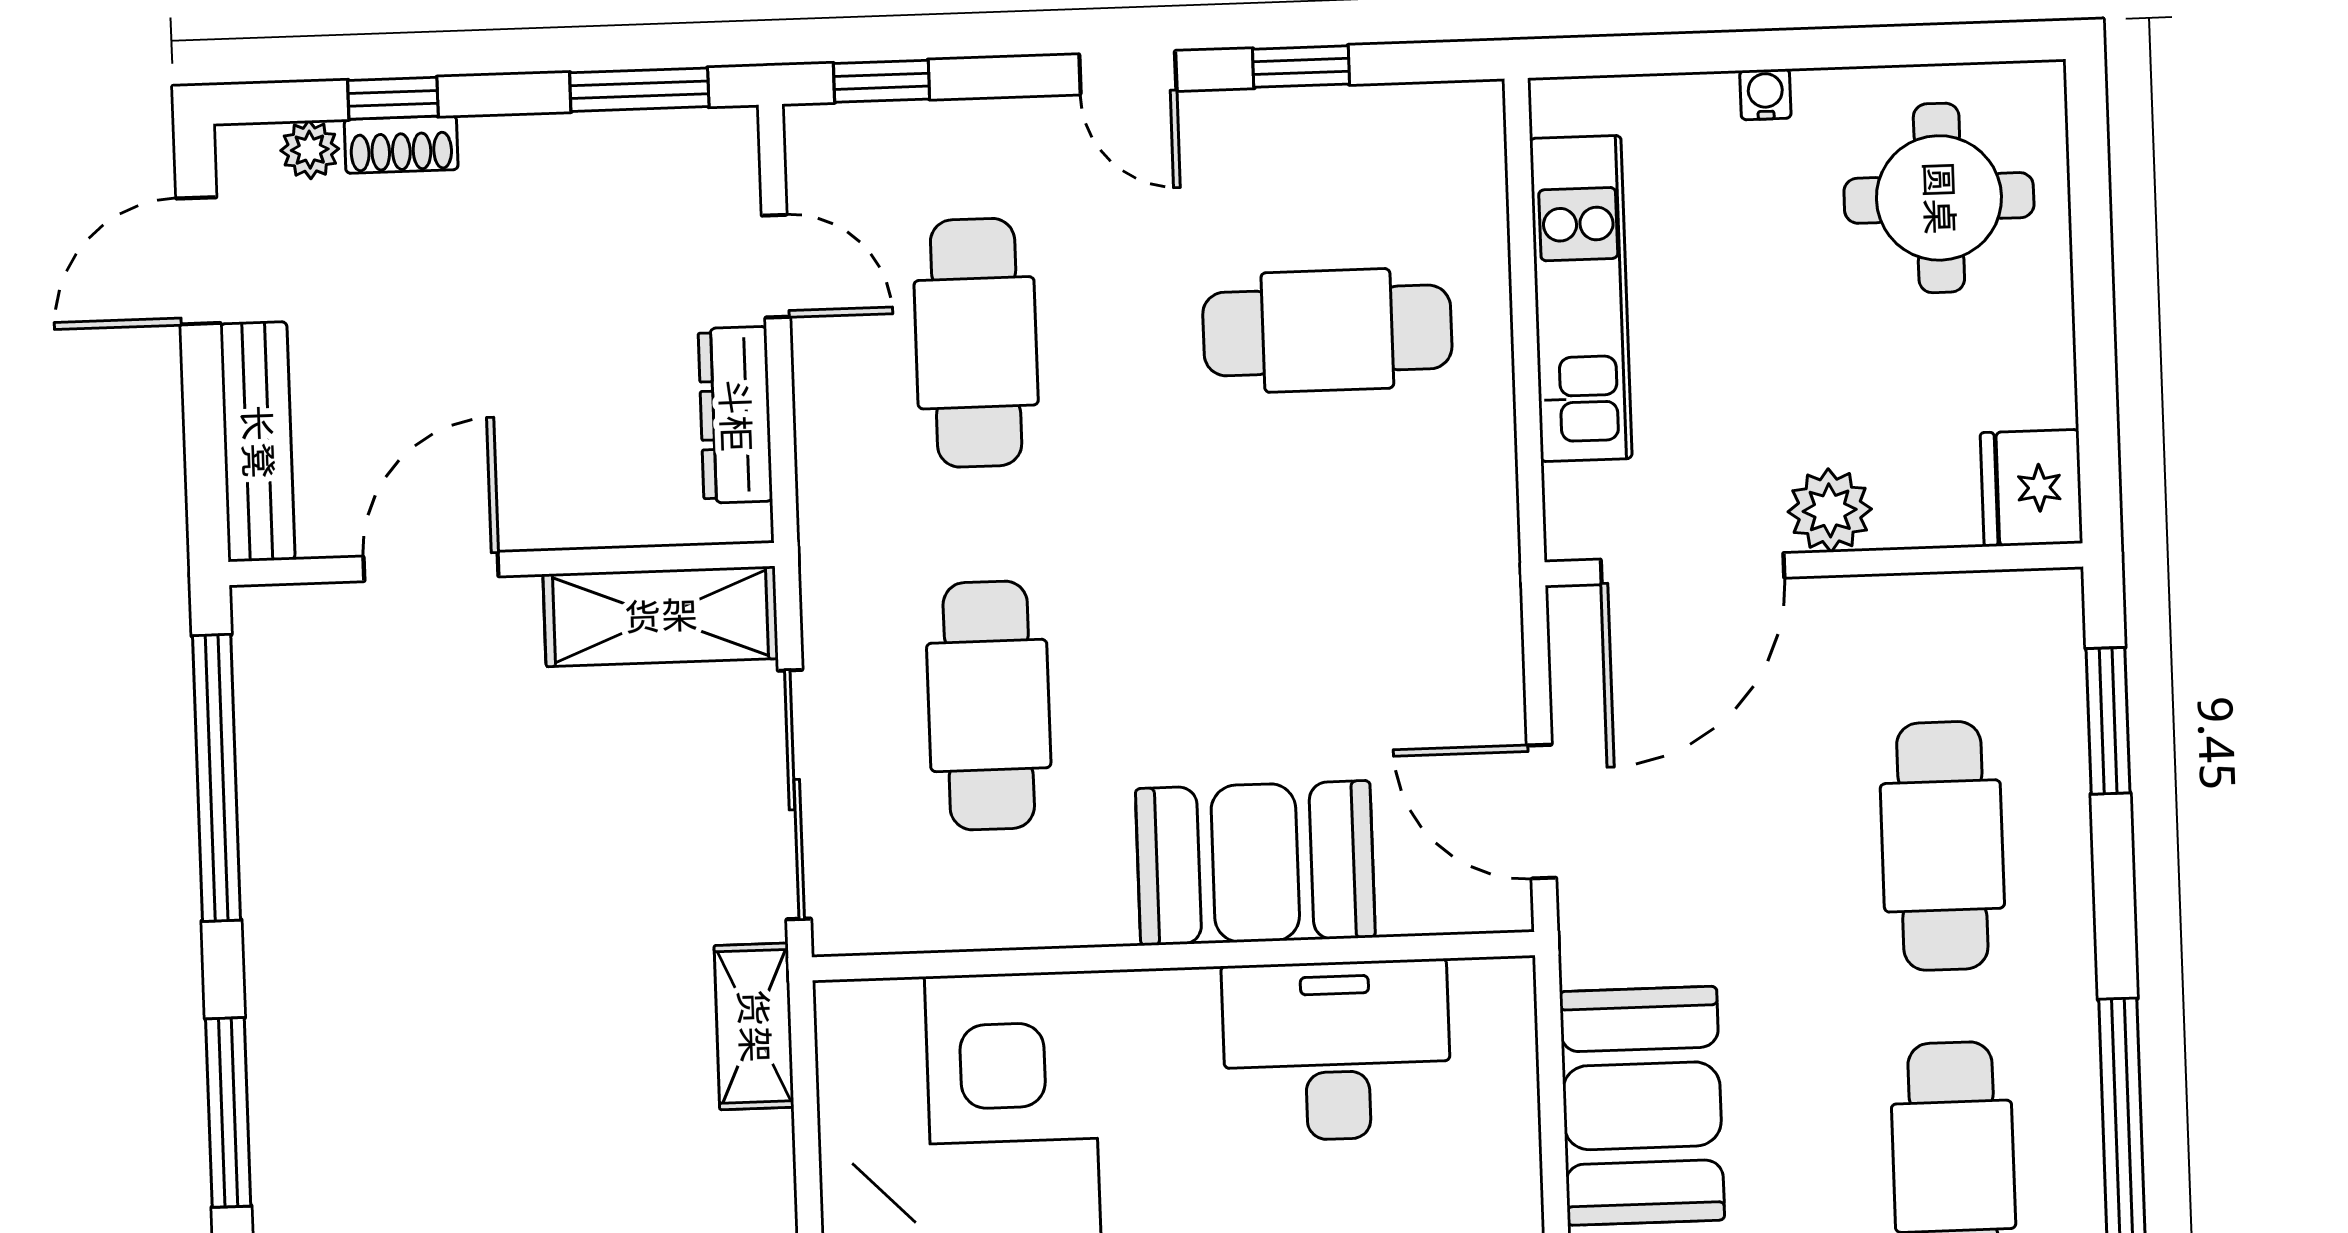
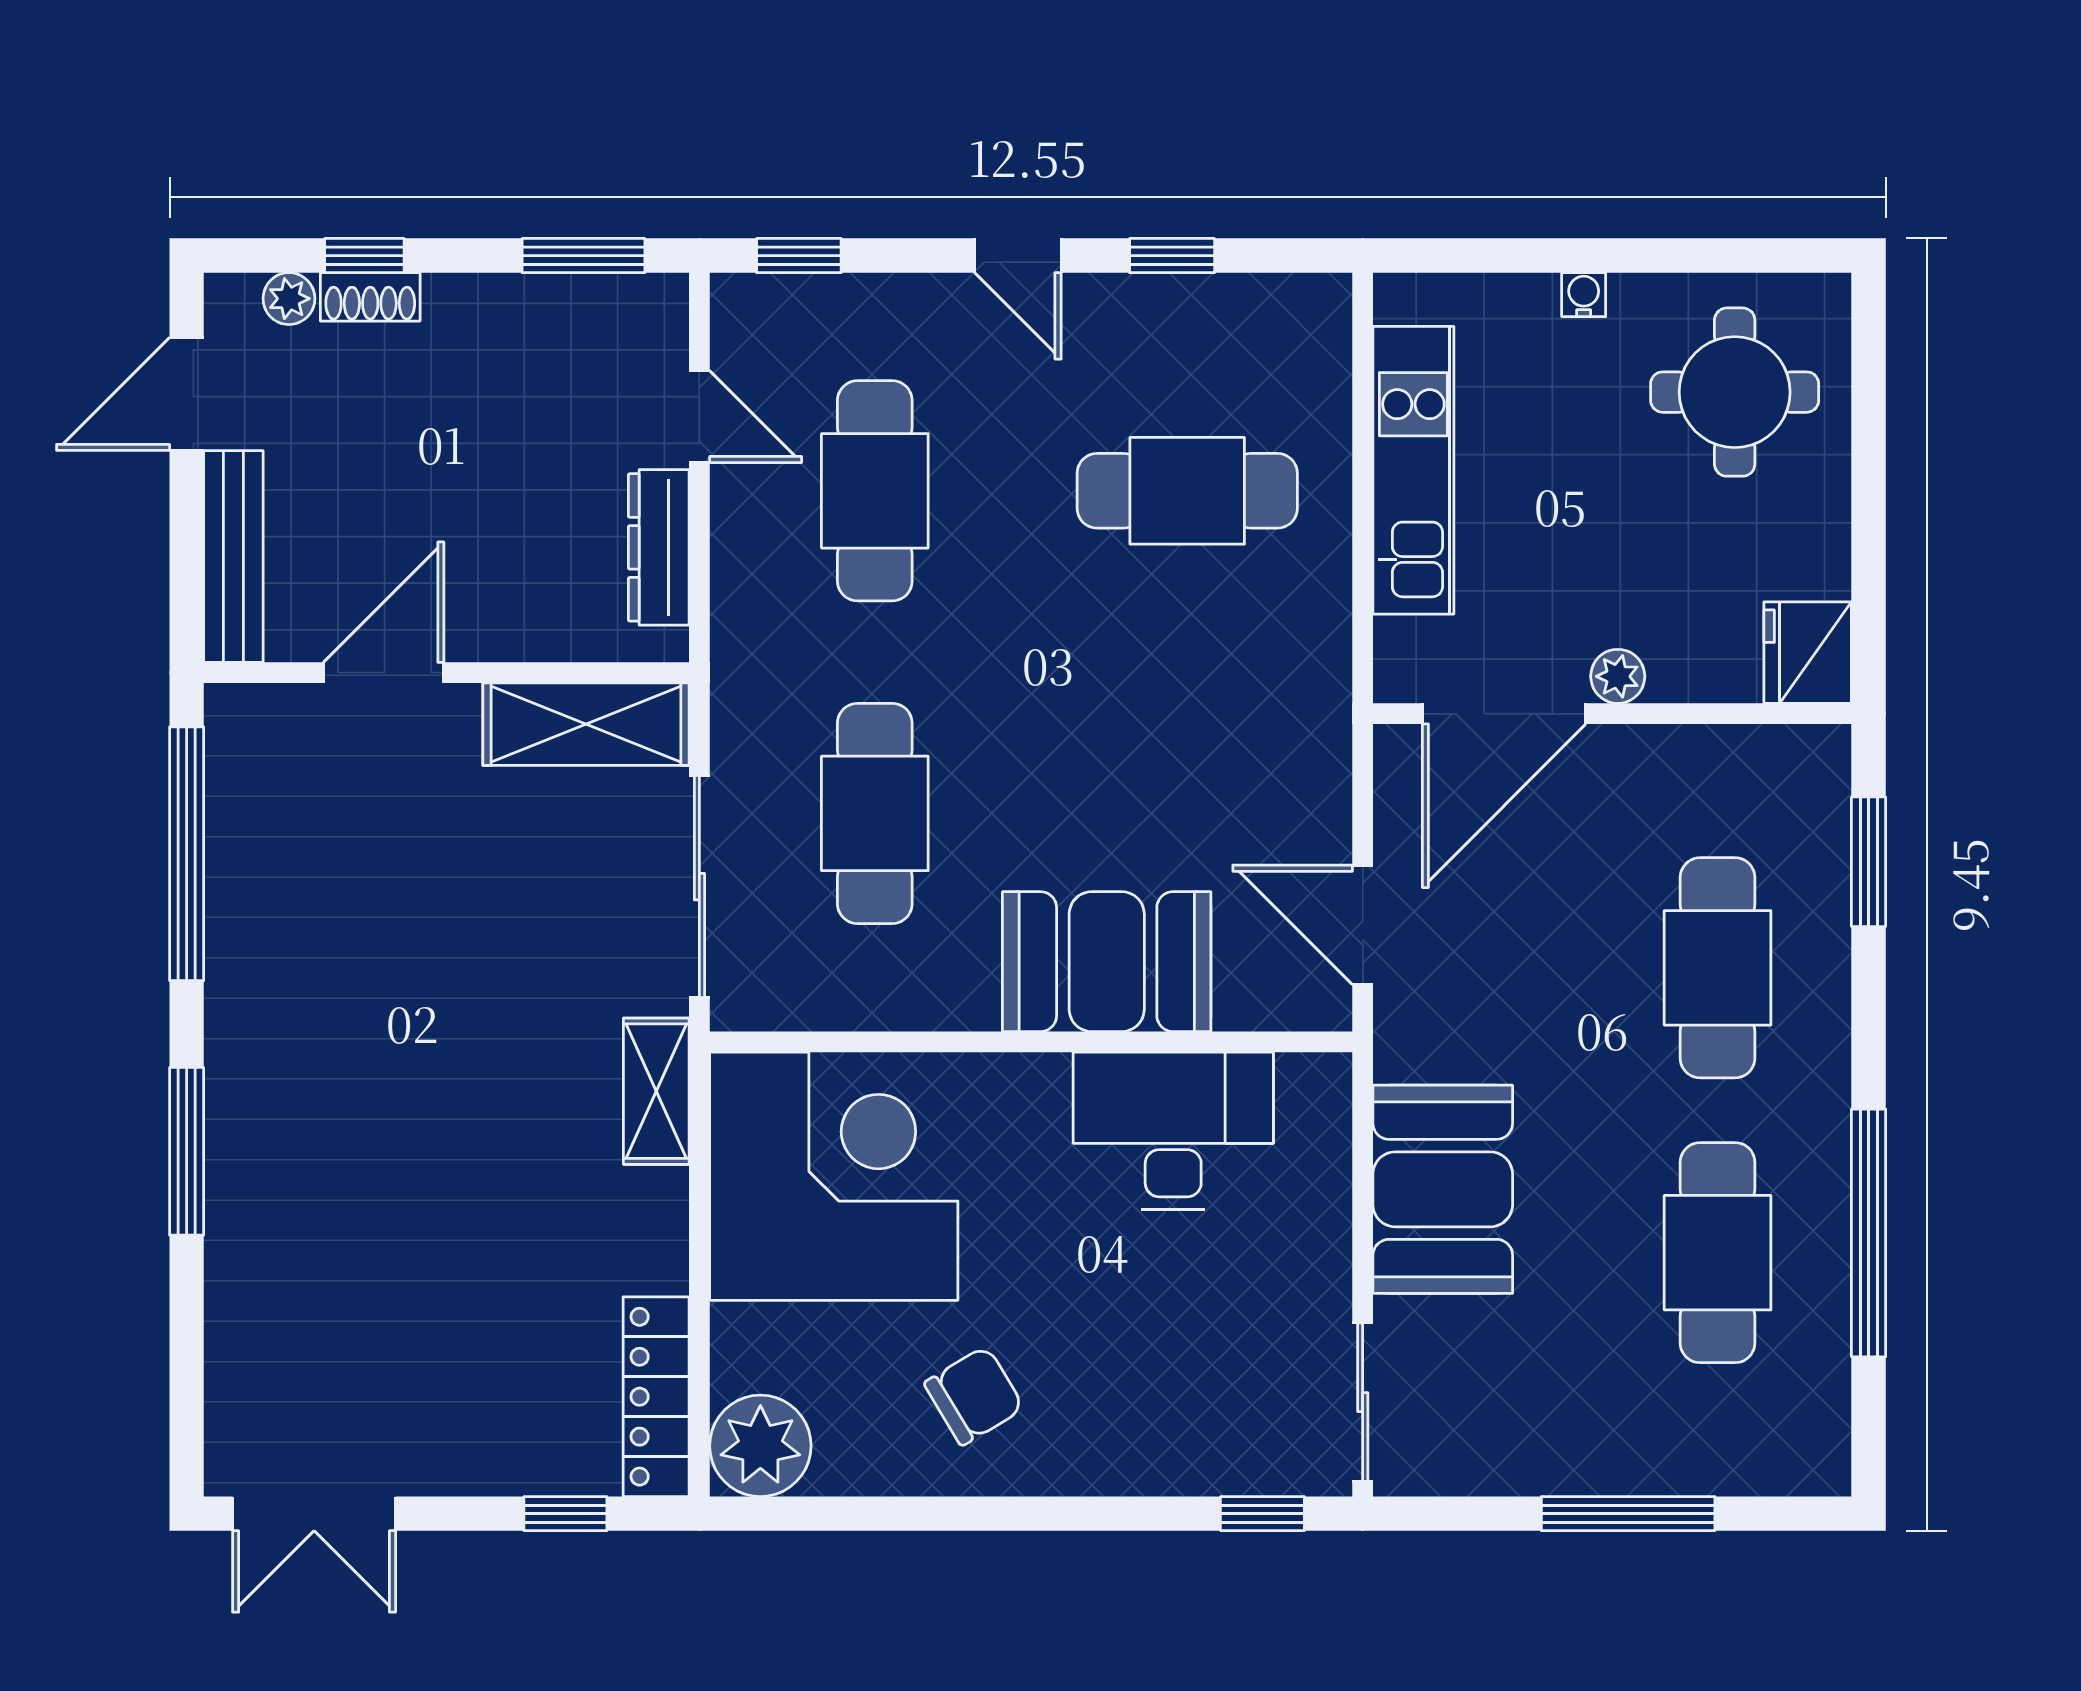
plant: (1830, 510) -> (1618, 676), width x0.73, depth x0.73

